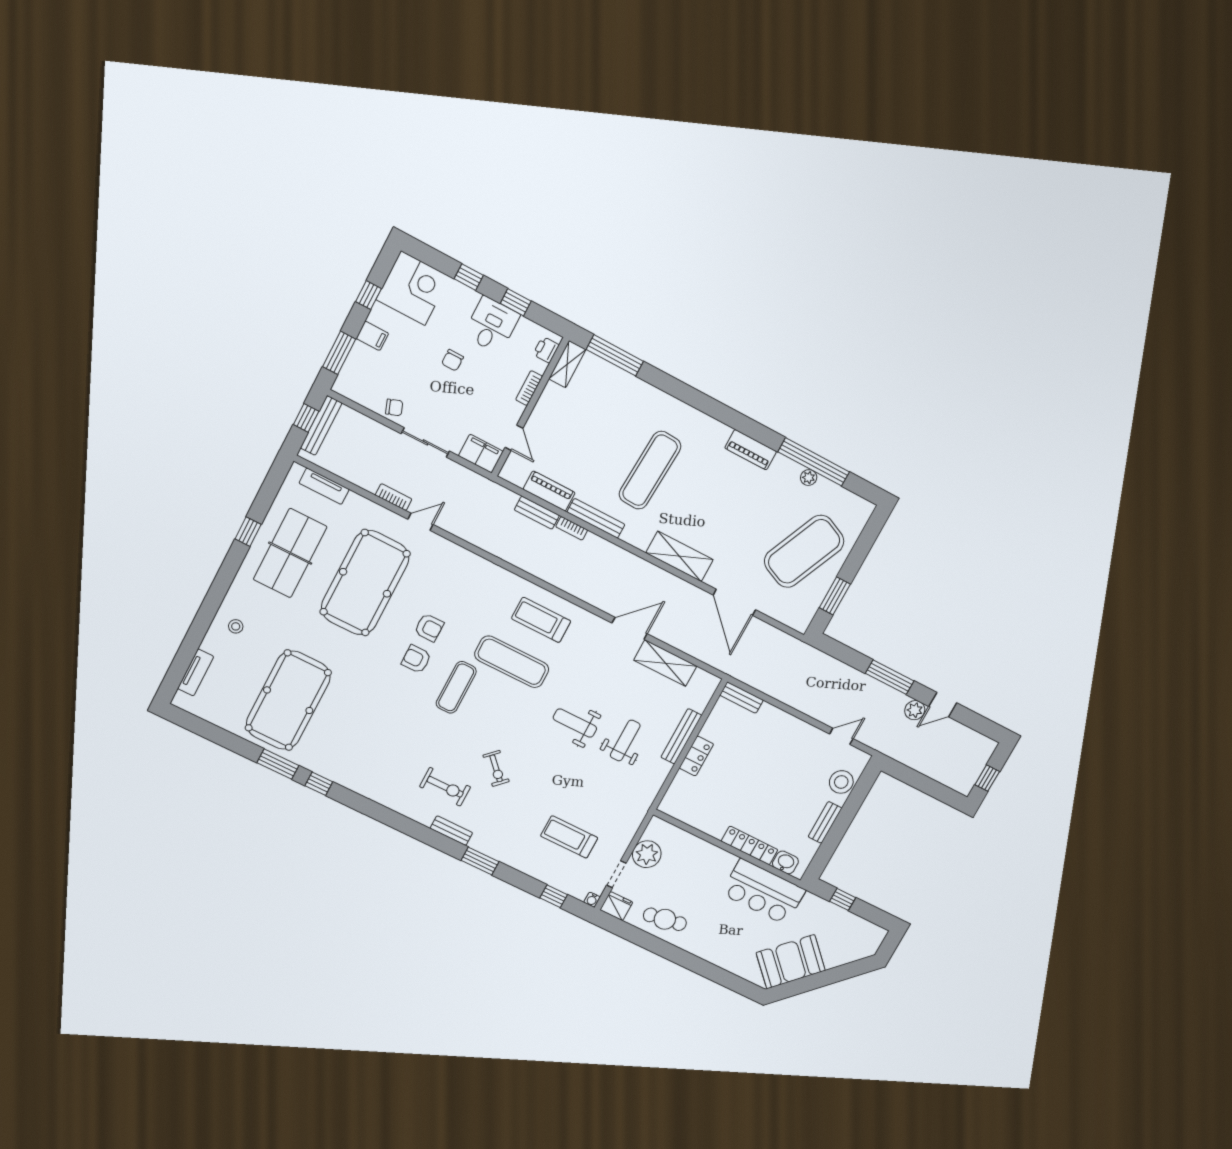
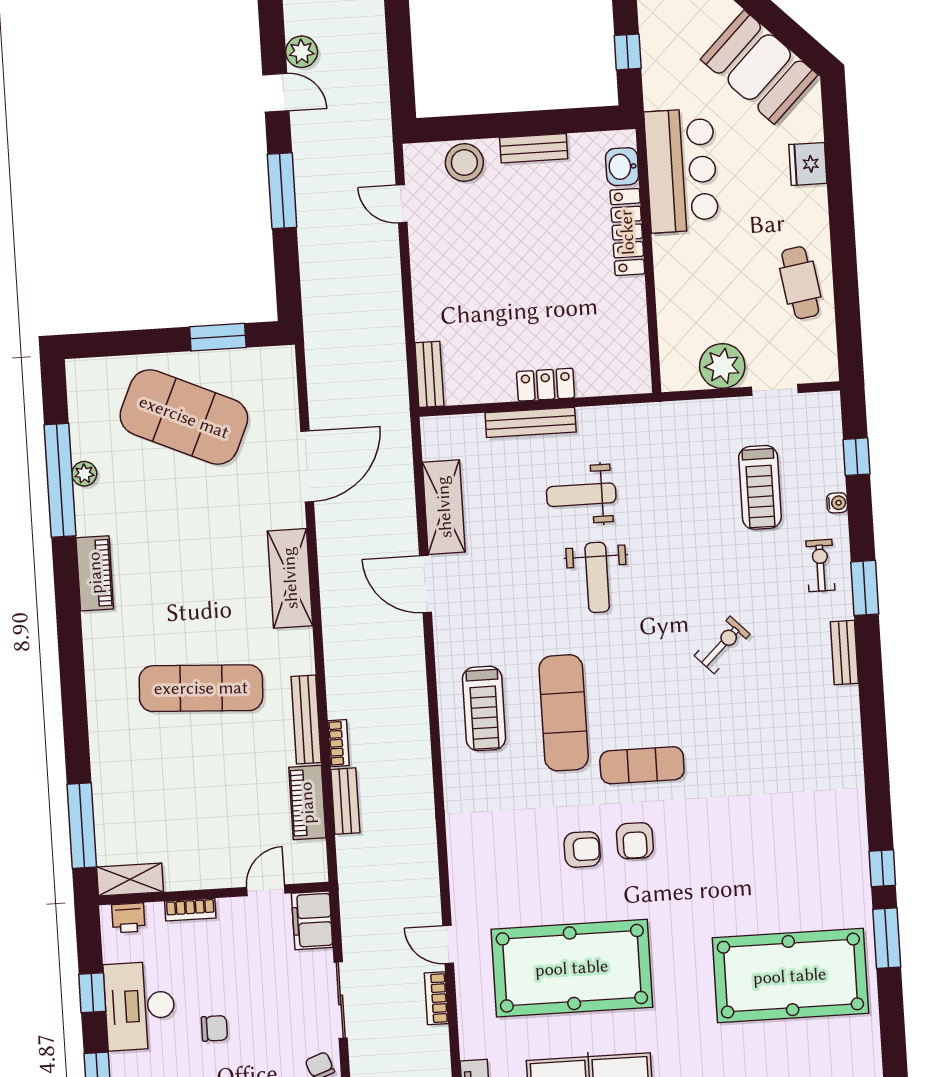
desk: (492, 325) -> (140, 1006), width x1.37
armchair: (429, 628) -> (582, 849), turned 90
plant: (915, 710) -> (302, 52), moved
exercise bike: (445, 787) -> (820, 566), moved, width x0.73, depth x0.72
water cooler: (592, 900) -> (837, 503), moved
fridge: (616, 906) -> (808, 164), moved

